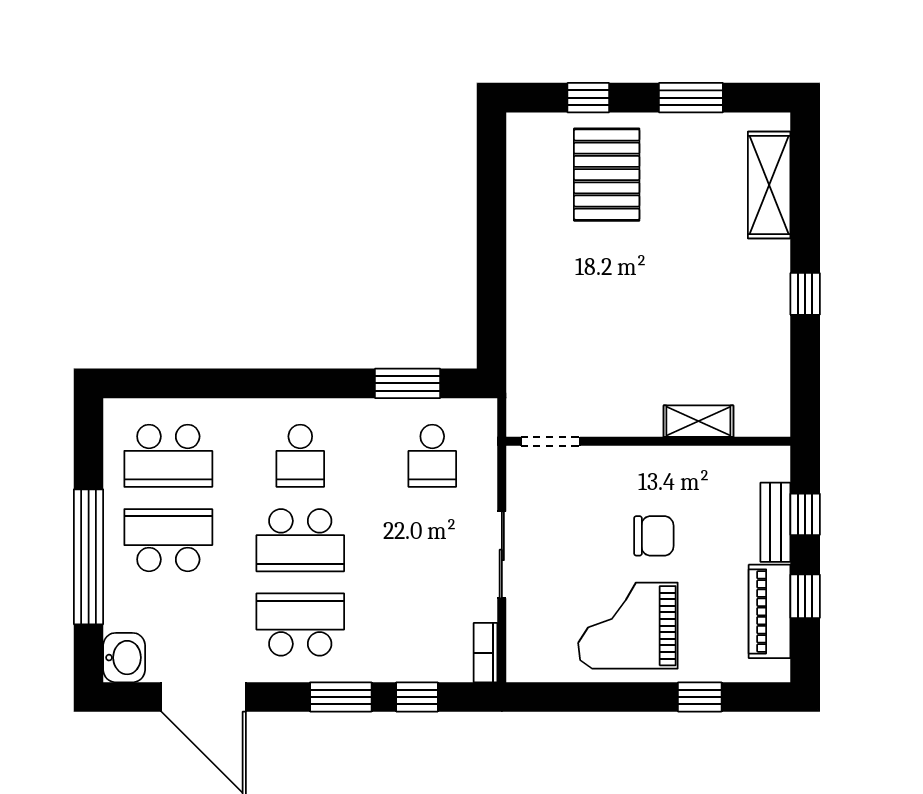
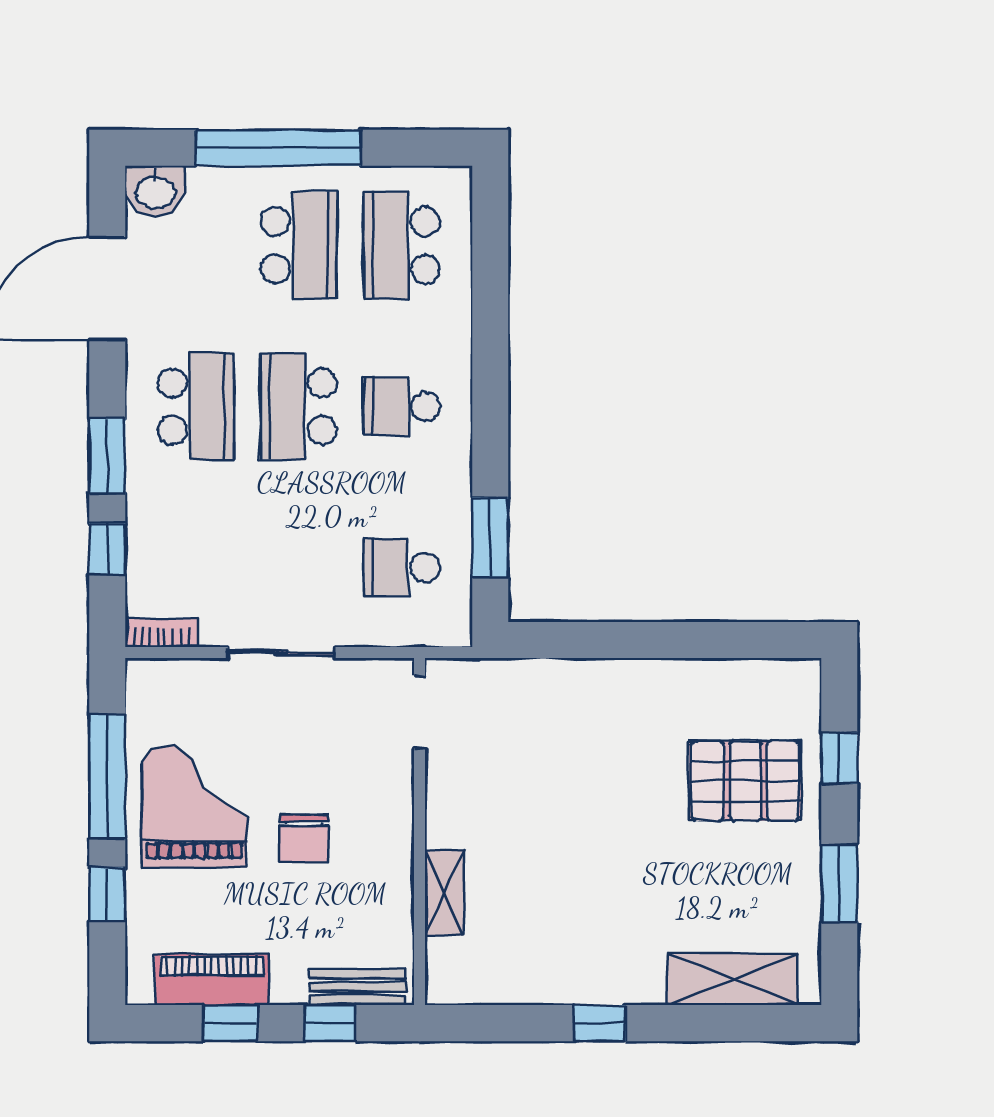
bench: (775, 522) -> (358, 987), moved
window: (603, 697) -> (107, 776), added

